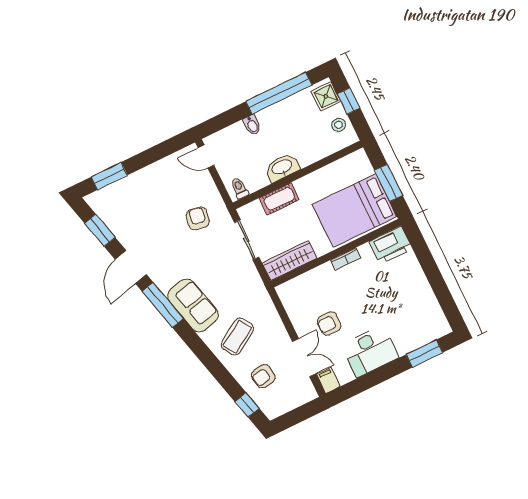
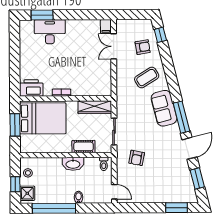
armchair: (329, 323) -> (89, 59), removed
desk: (370, 351) -> (50, 32), moved

